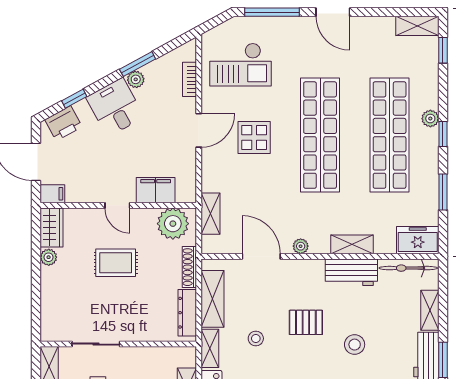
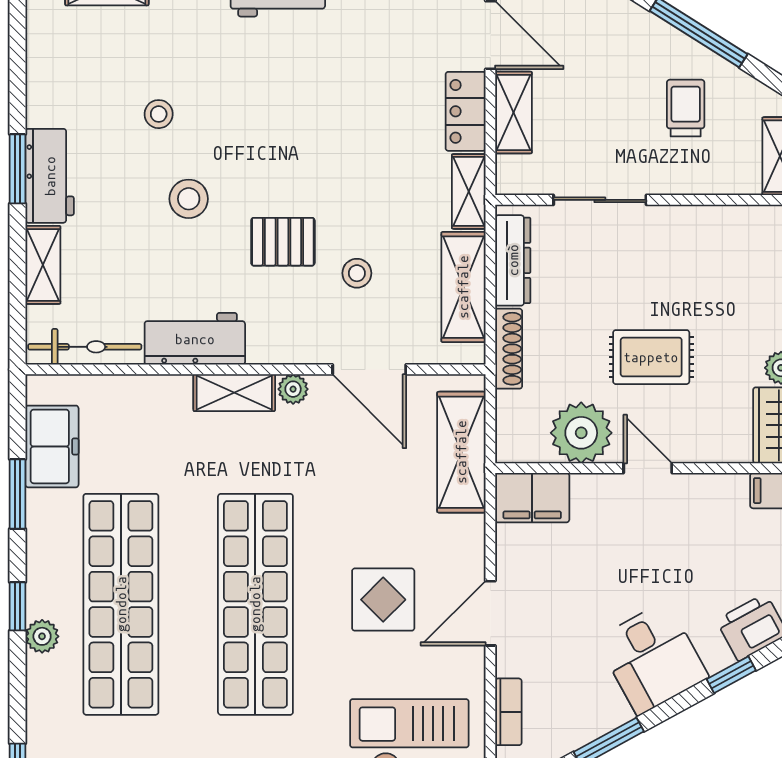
plant: (136, 79) -> (612, 712), removed
filing cabinet: (156, 190) -> (532, 498), moved
shelving: (211, 214) -> (461, 452), width x1.50, depth x1.33
plant: (173, 224) -> (581, 433), moved
freezer: (418, 240) -> (52, 446), moved, turned -90
shelving: (352, 244) -> (234, 393), moved
stool: (256, 338) -> (357, 273), moved
sliding door: (96, 344) -> (600, 200), moved

